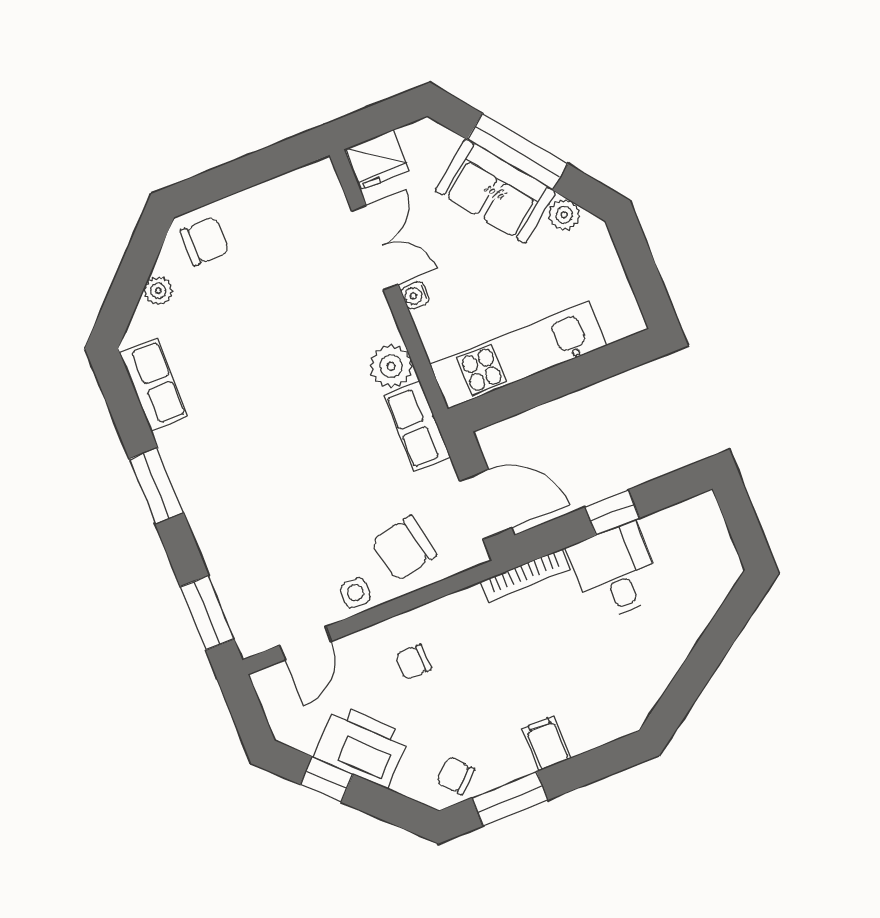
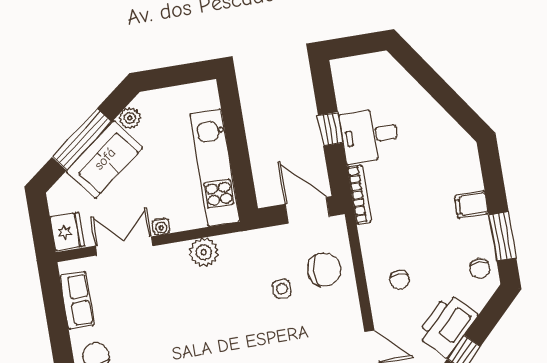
row of seats: (417, 426) -> (77, 300), moved, turned -90
door: (486, 504) -> (307, 210), hinge flipped
chair: (404, 548) -> (324, 270), turned -78
side table: (355, 593) -> (282, 289), moved
chair: (456, 776) -> (480, 268), turned -49

